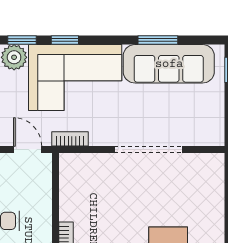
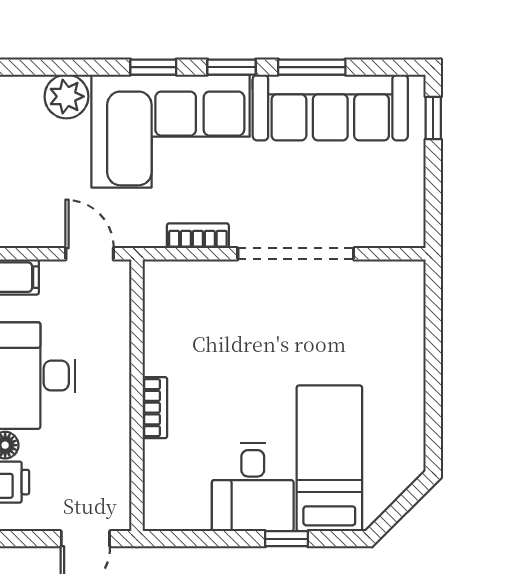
window: (22, 40) -> (232, 67), moved
bookcase: (70, 139) -> (198, 236), moved

